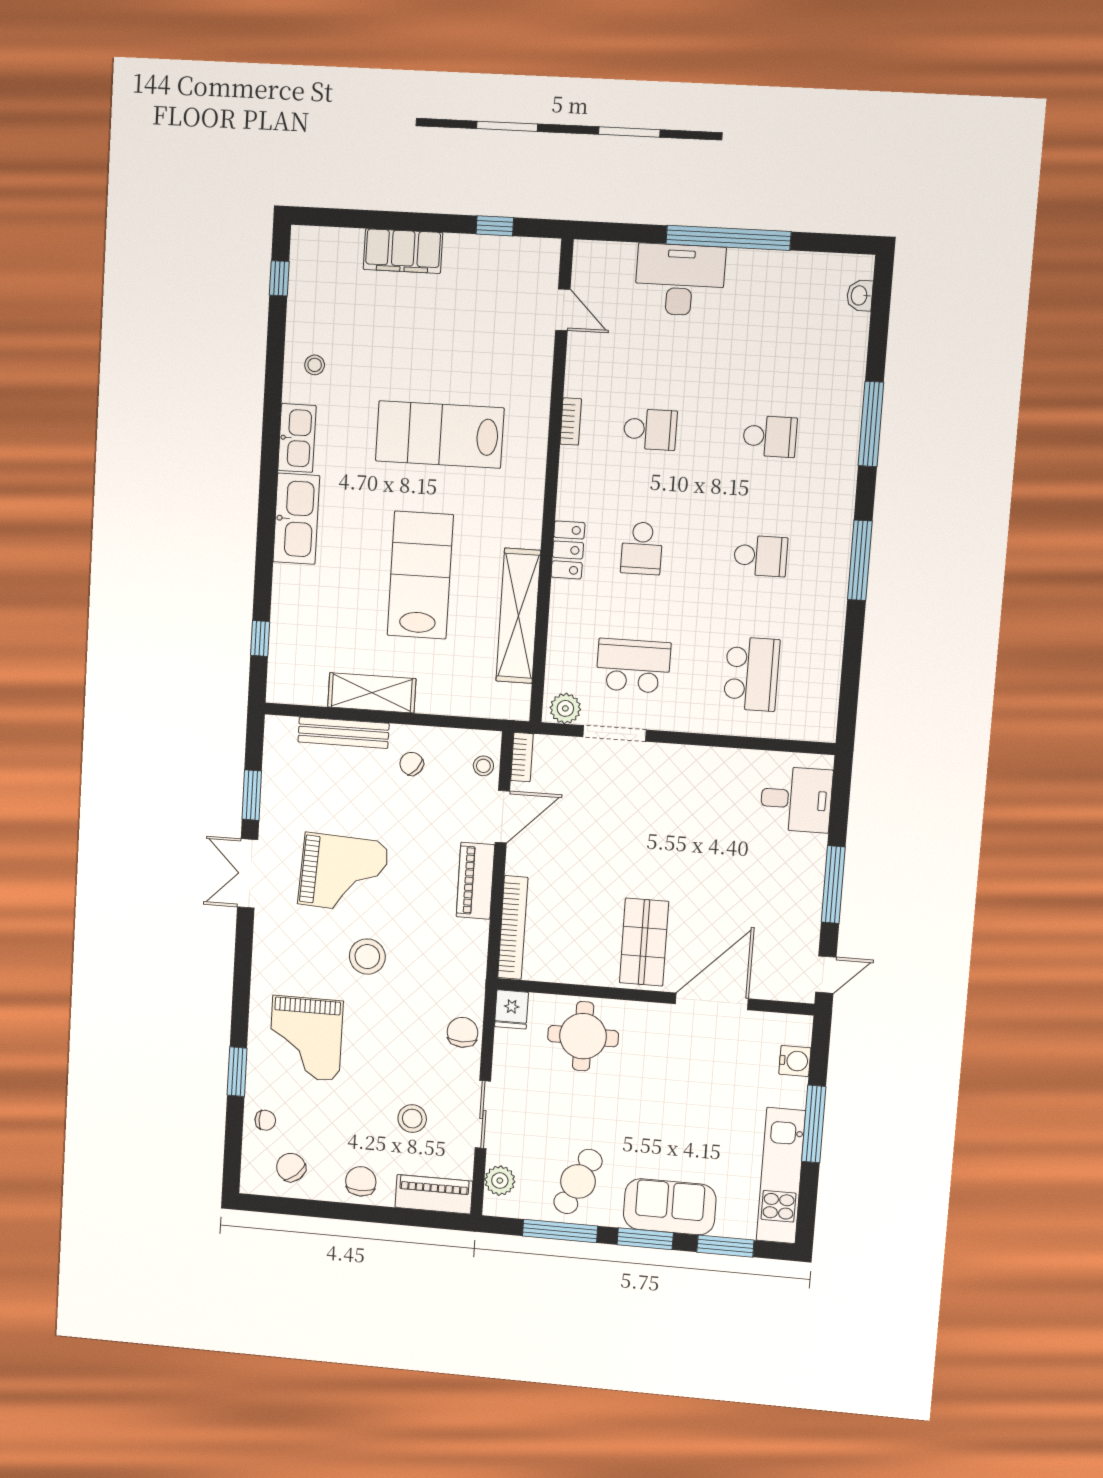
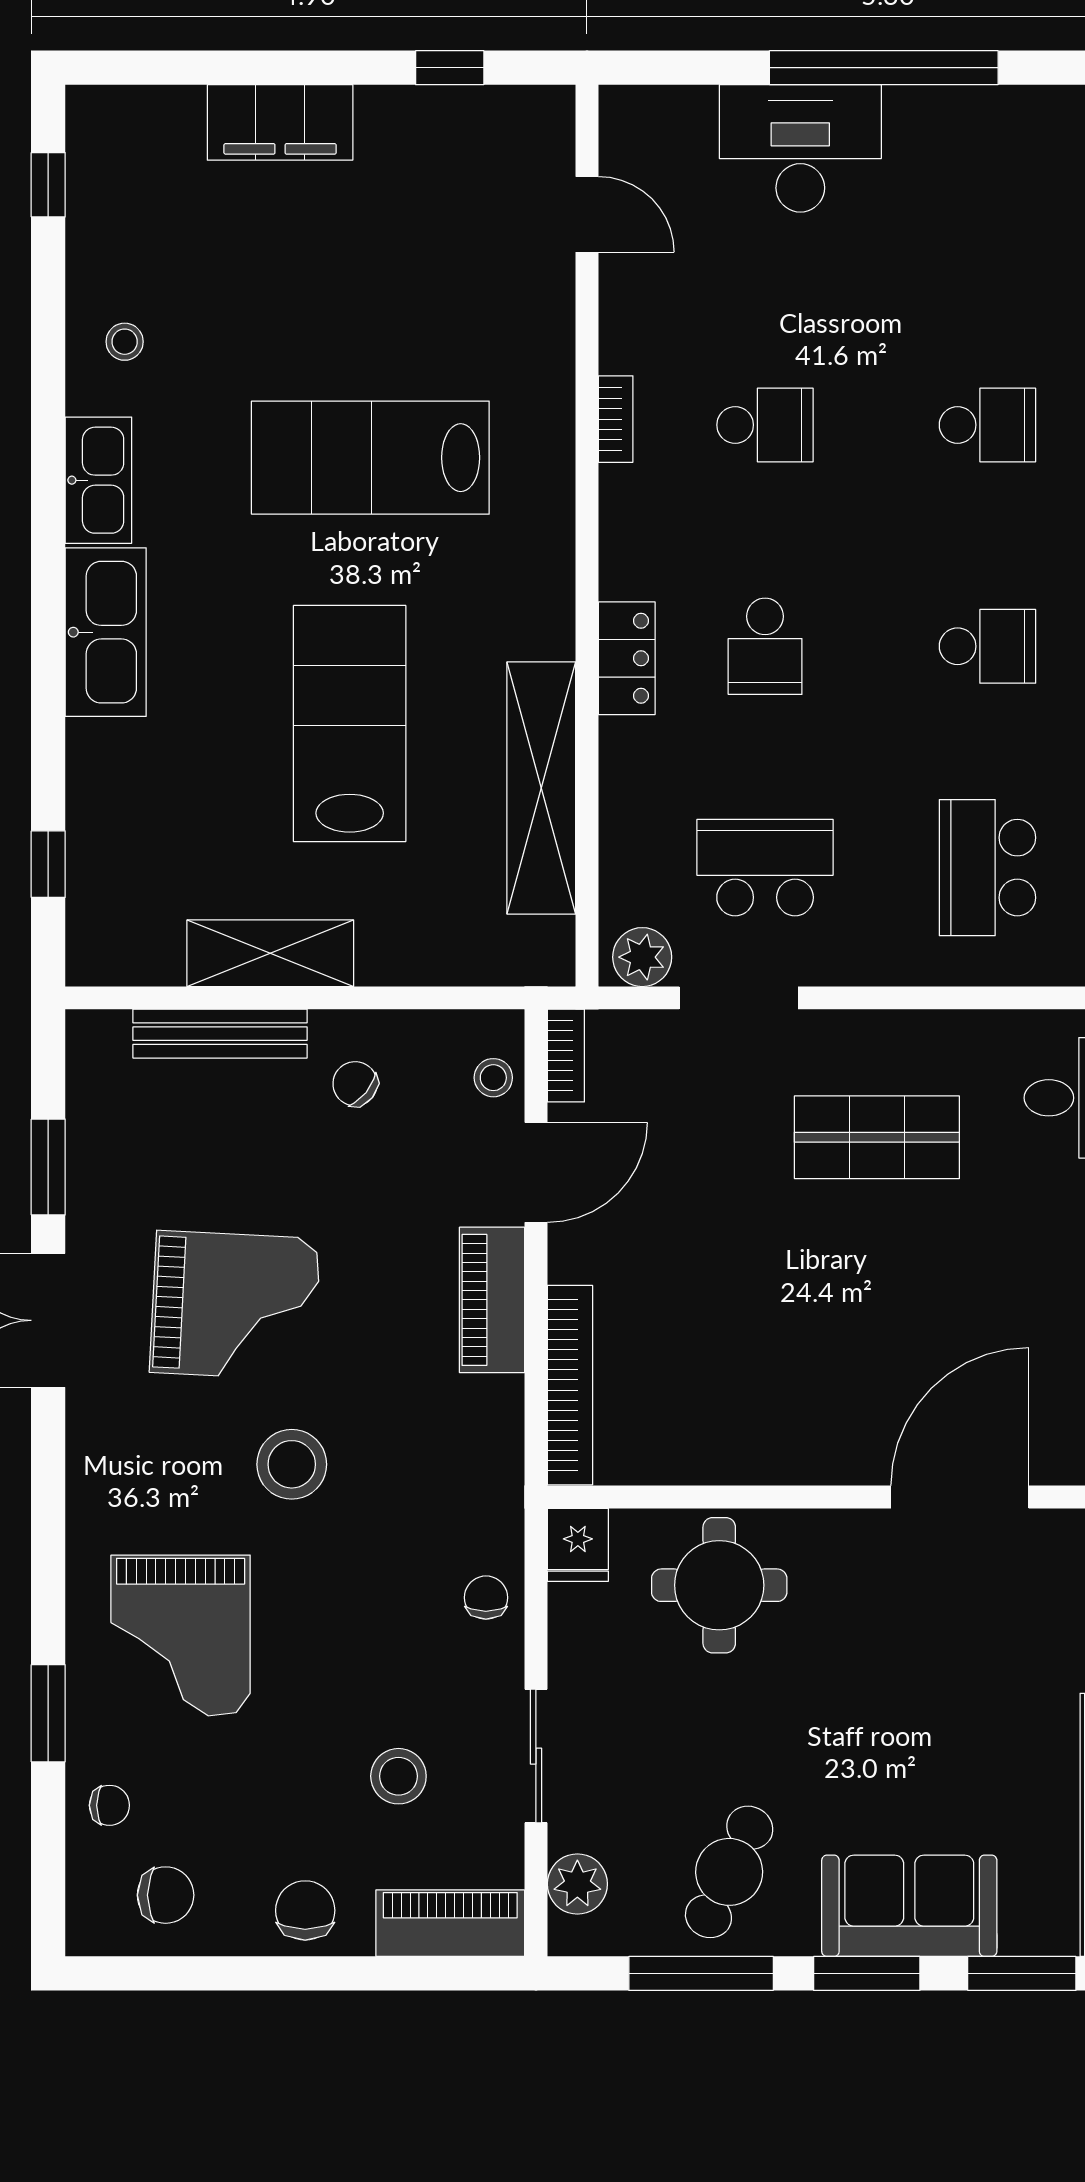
school desk: (752, 674) -> (987, 868), turned 180
shop shelf: (644, 942) -> (877, 1137), moved, turned 90
chair: (463, 1032) -> (486, 1598), width x0.73, depth x0.73
chair: (291, 1167) -> (166, 1895), turned 132

